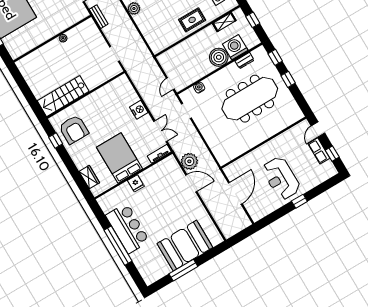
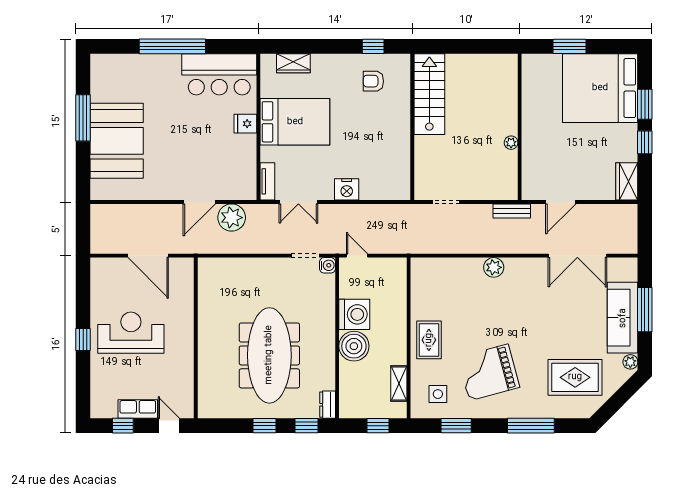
washing machine: (235, 47) -> (354, 314), moved
dresser: (245, 61) -> (328, 405), moved
water cooler: (199, 88) -> (327, 265), moved
armchair: (74, 129) -> (373, 81), width x0.53, depth x0.53
bar counter: (128, 228) -> (219, 74), moved

